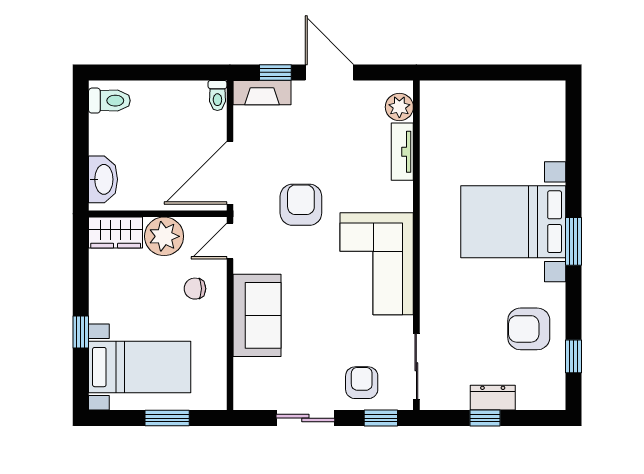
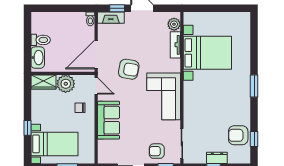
toilet: (109, 101) -> (41, 40), moved
armchair: (301, 205) -> (129, 69), turned 100
bed with nightstands: (513, 222) -> (207, 53), moved, turned 180
door: (230, 241) -> (96, 86), swing flipped
armchair: (529, 329) -> (238, 135), moved
armchair: (362, 383) -> (157, 151), turned -90

